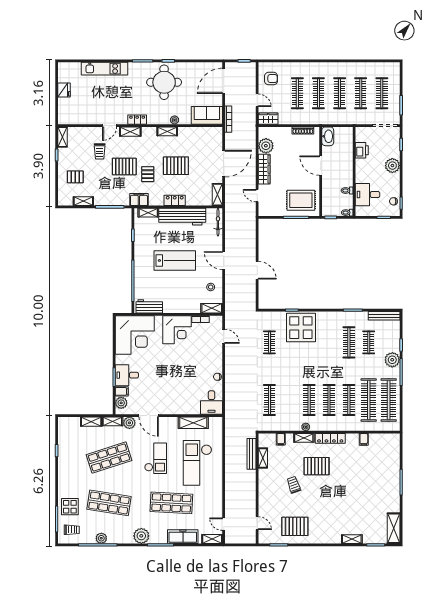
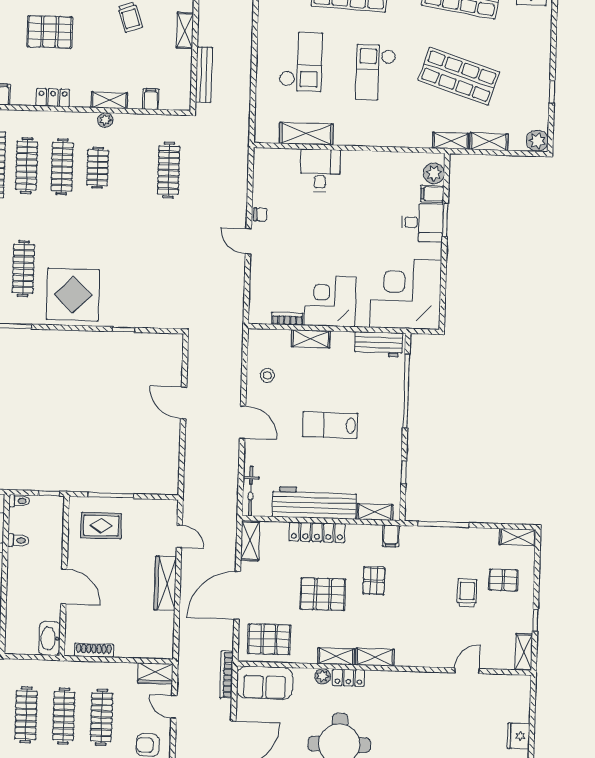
locker: (137, 120) -> (348, 678), moved
door: (110, 126) -> (467, 671), moved
shelving: (130, 132) -> (375, 657), moved
plant: (266, 146) -> (161, 625), removed
trolley: (100, 151) -> (467, 593), moved
pallet: (124, 166) -> (269, 639), moved
filing cabinet: (139, 200) -> (391, 536), width x0.50
locker: (175, 200) -> (317, 532), width x1.53
rug: (301, 200) -> (101, 526), width x0.73, depth x0.70
shelving: (83, 201) -> (518, 537), moved
lab bench: (175, 260) -> (330, 425), width x0.73, depth x0.72
shelving: (212, 308) -> (311, 339), moved
display table: (301, 328) -> (73, 295), moved
door: (224, 336) -> (248, 241), moved
clothes rail: (269, 342) -> (165, 273), removed
clothes rail: (309, 400) -> (98, 168), width x0.73
desk: (211, 403) -> (320, 170), moved
door: (149, 416) -> (386, 149), removed
plant: (129, 423) -> (537, 141), moved
locker: (330, 438) -> (53, 98), width x0.66
shop shelf: (109, 458) -> (459, 76), turned 36
shelving: (263, 458) -> (185, 31), moved
checkout: (197, 463) -> (301, 62), width x0.73, depth x0.83
pallet: (317, 466) -> (50, 32), moved

